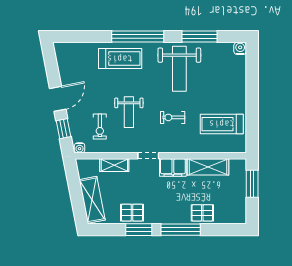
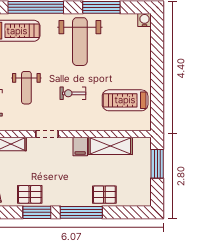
filing cabinet: (173, 167) -> (80, 146), width x0.50

